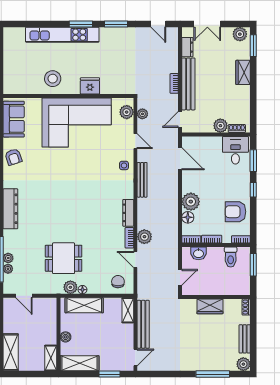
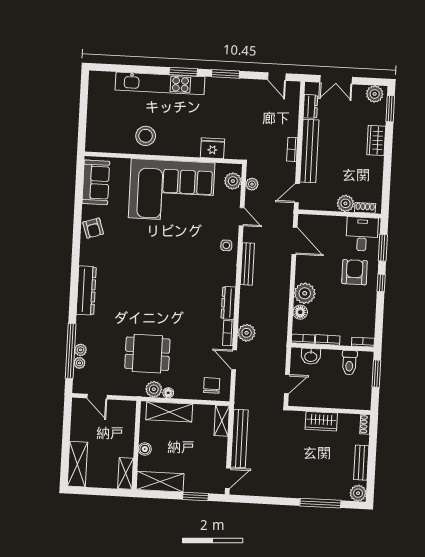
fridge: (90, 86) -> (212, 148), moved
armchair: (236, 212) -> (355, 272), moved, turned 90

